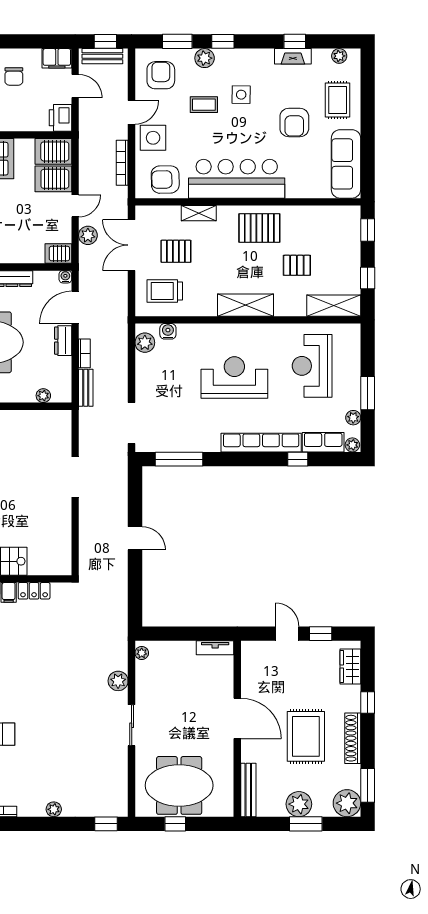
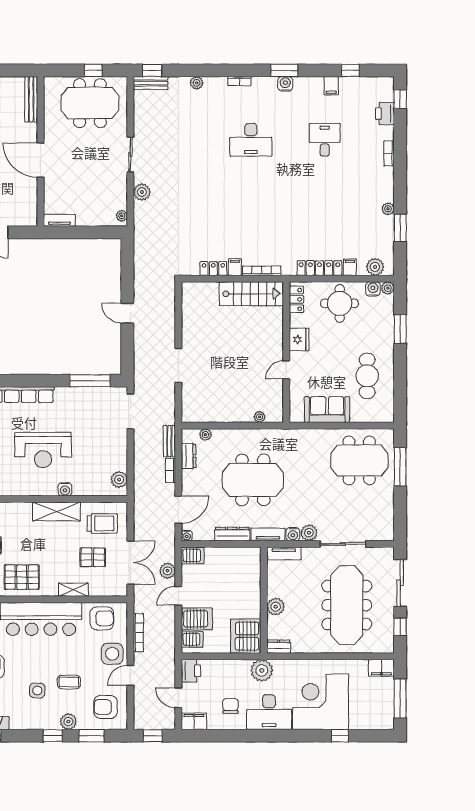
bench: (102, 56) -> (151, 83), moved
armchair: (161, 75) -> (106, 707), turned 90
server rack: (53, 151) -> (192, 639), width x0.73, depth x0.70
shelving: (246, 305) -> (57, 511), moved
water cooler: (168, 331) -> (65, 489), moved
dresser: (63, 341) -> (189, 456), moved

